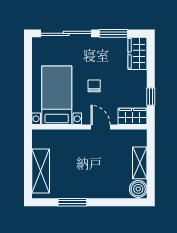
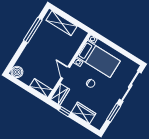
wardrobe: (138, 53) -> (83, 113), moved
door: (101, 127) -> (65, 73), swing flipped
shelving: (140, 163) -> (41, 88), moved
window: (72, 202) -> (33, 30), width x1.44

